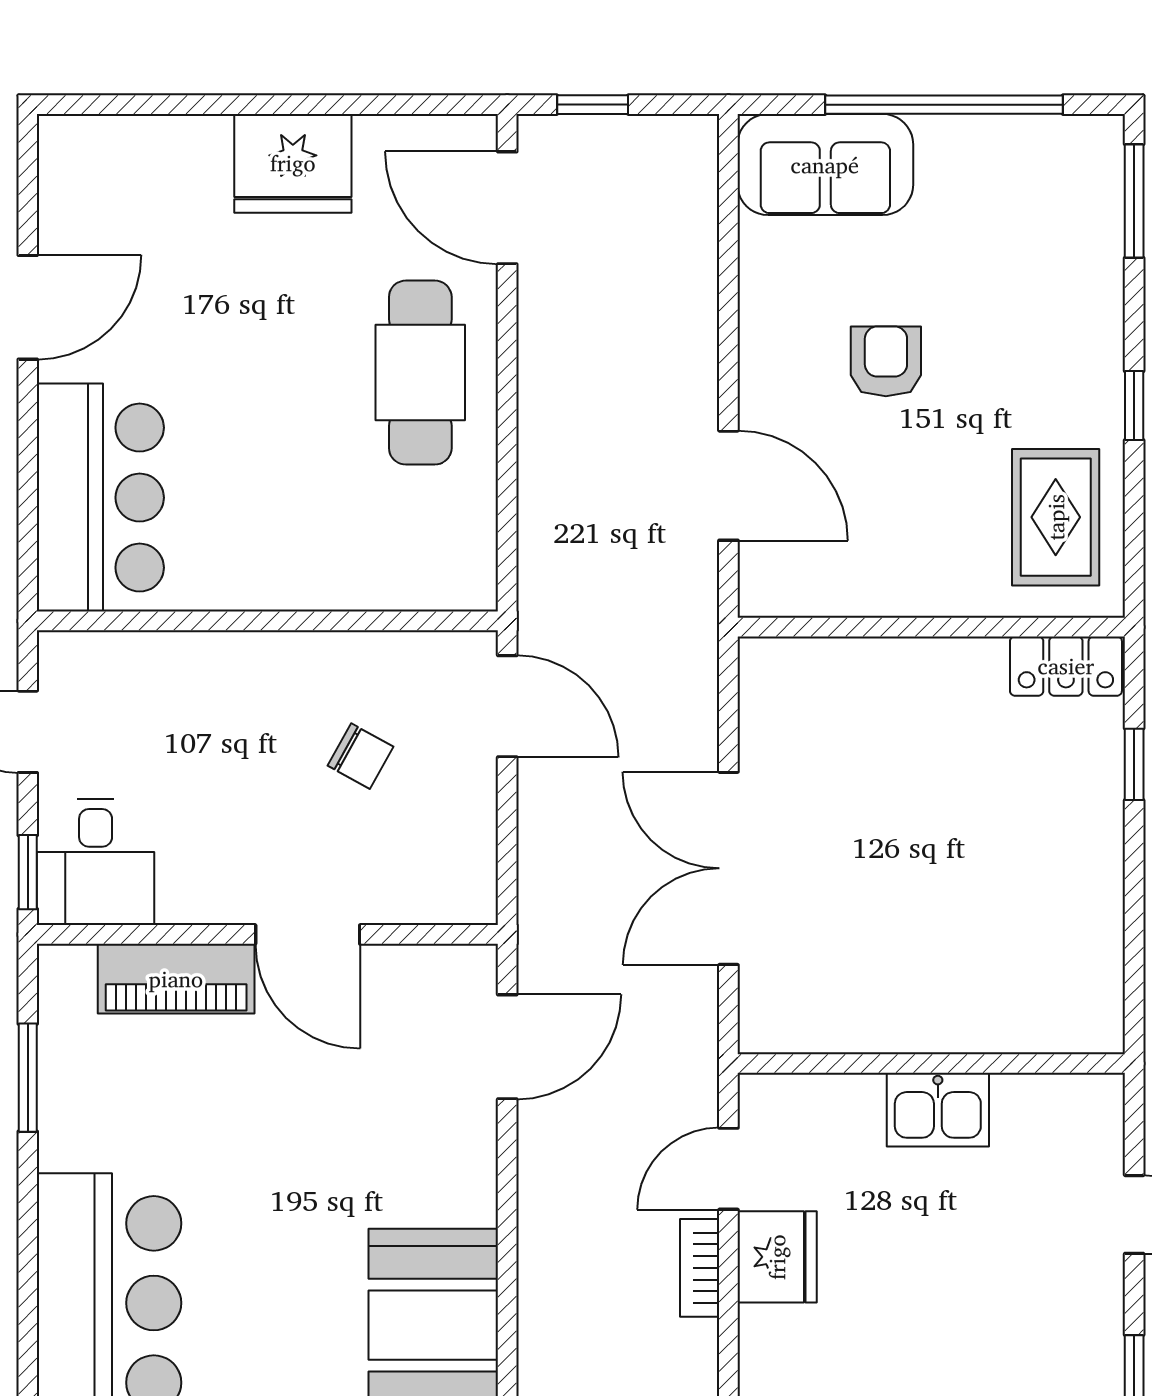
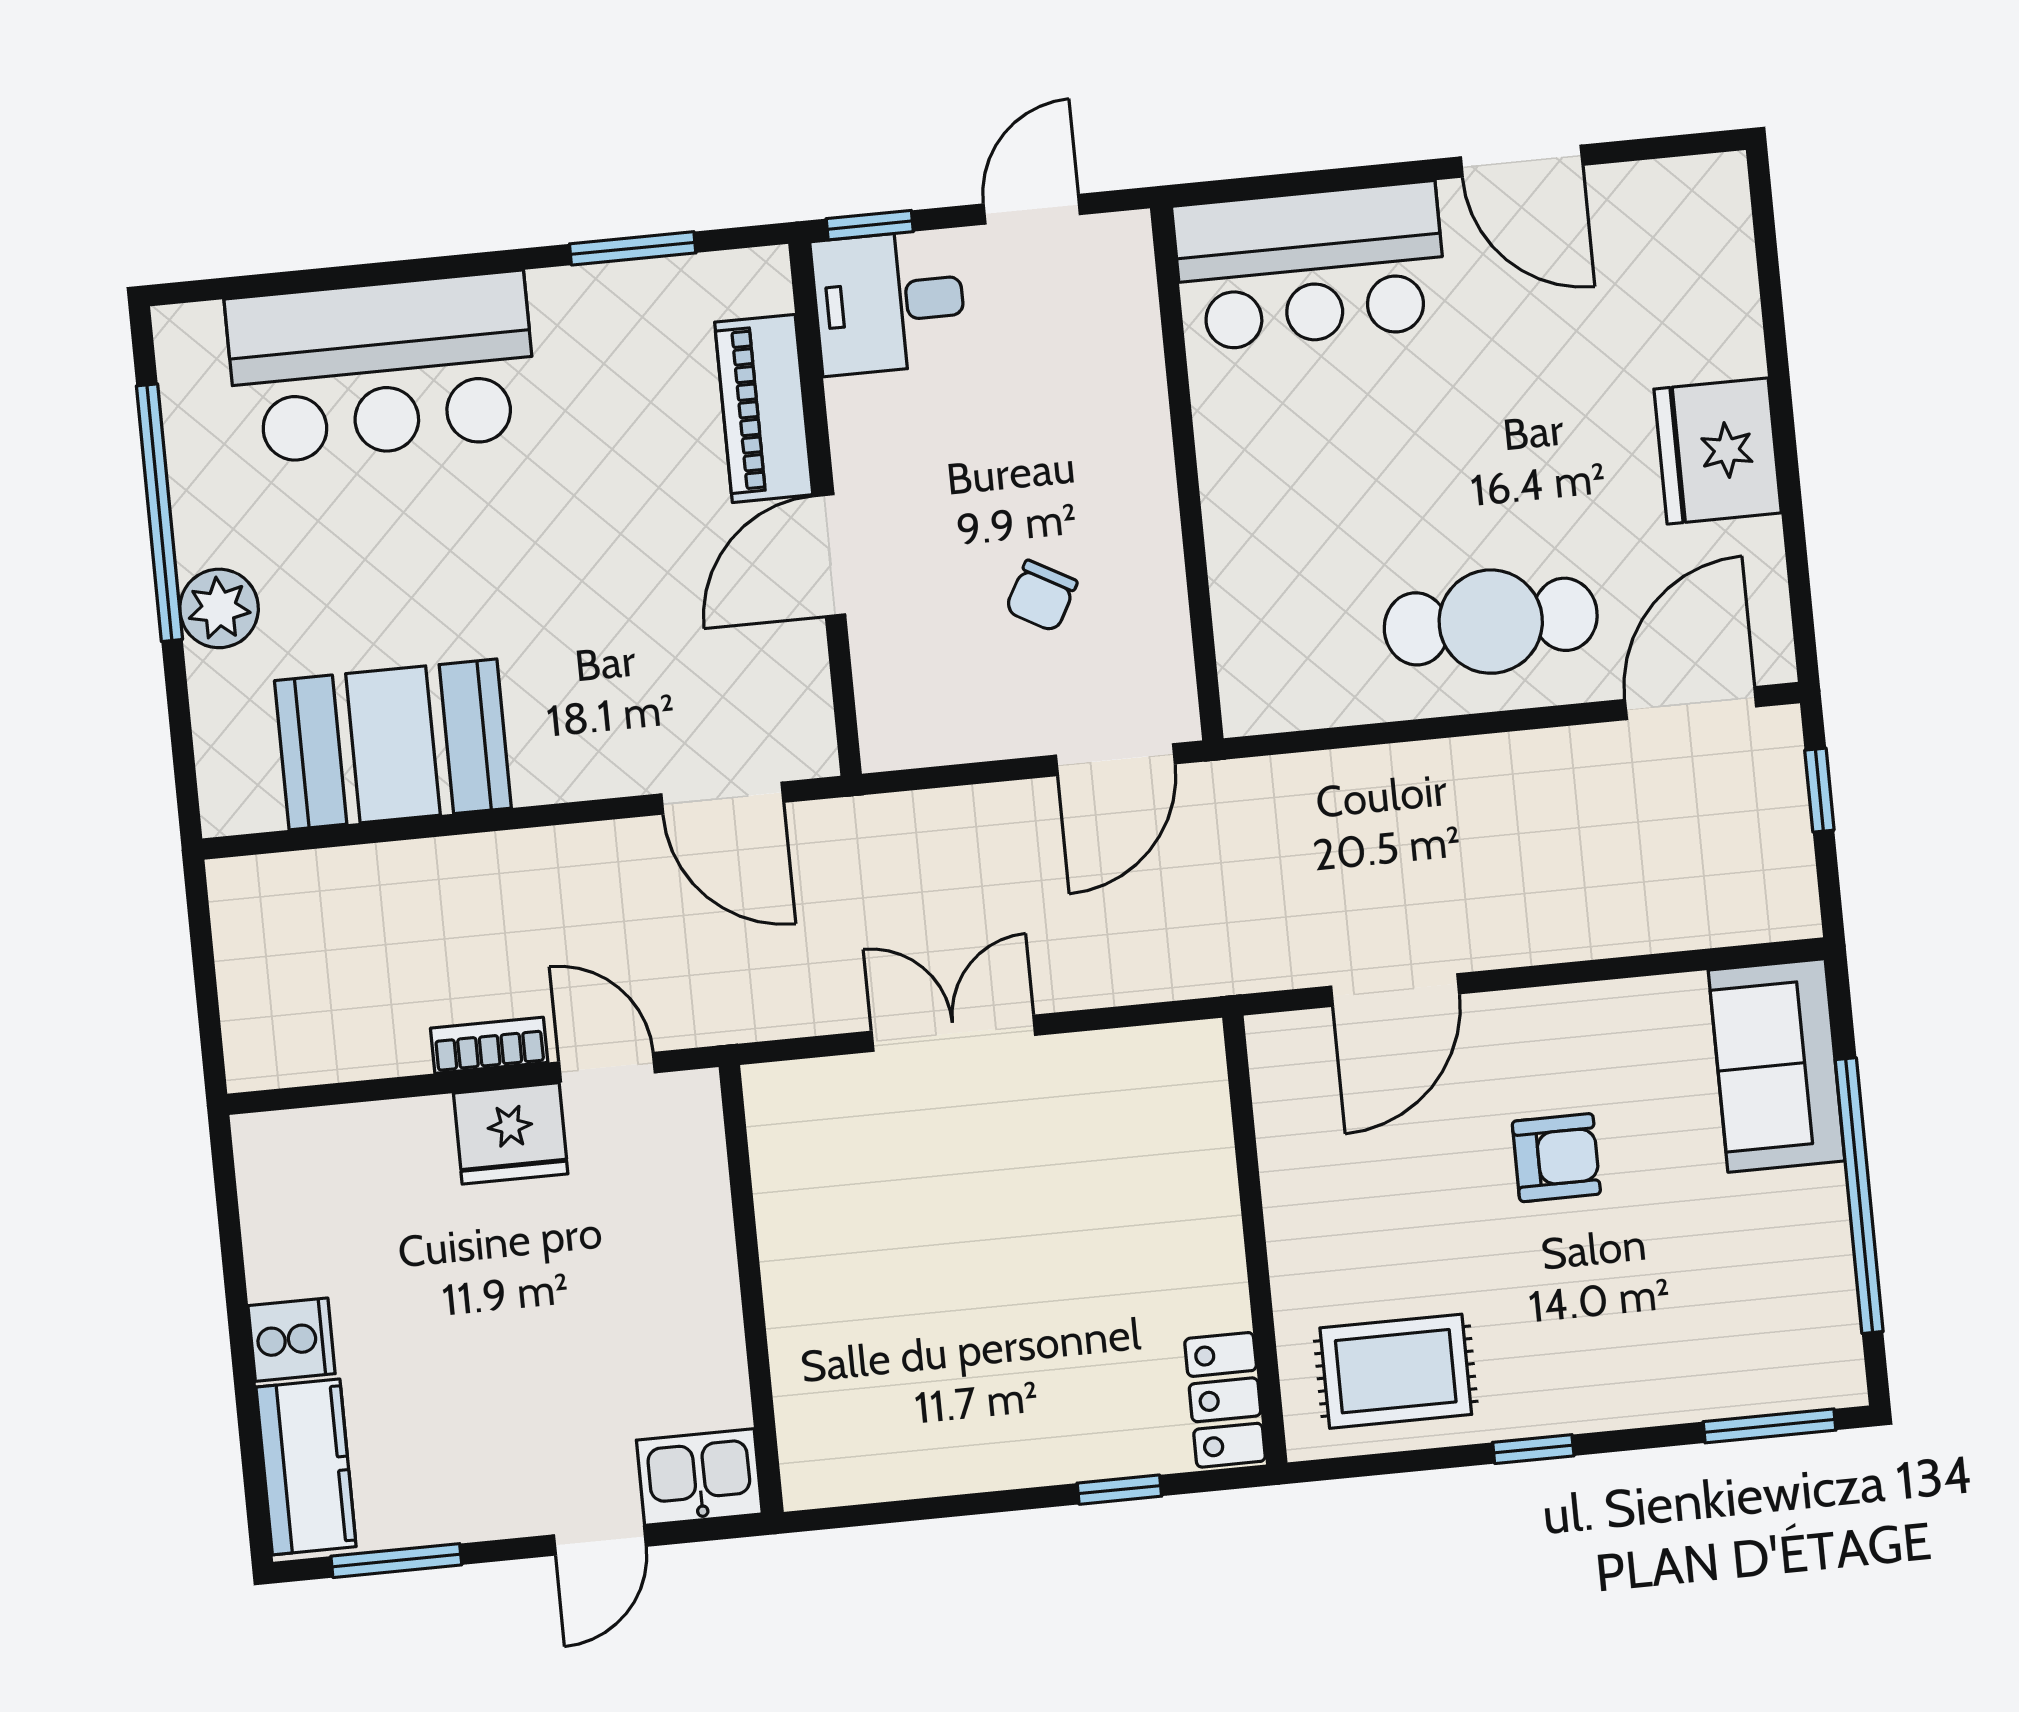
double door: (728, 868) -> (953, 1033), width x0.73
kitchen sink: (938, 1110) -> (699, 1477), moved, turned 90

